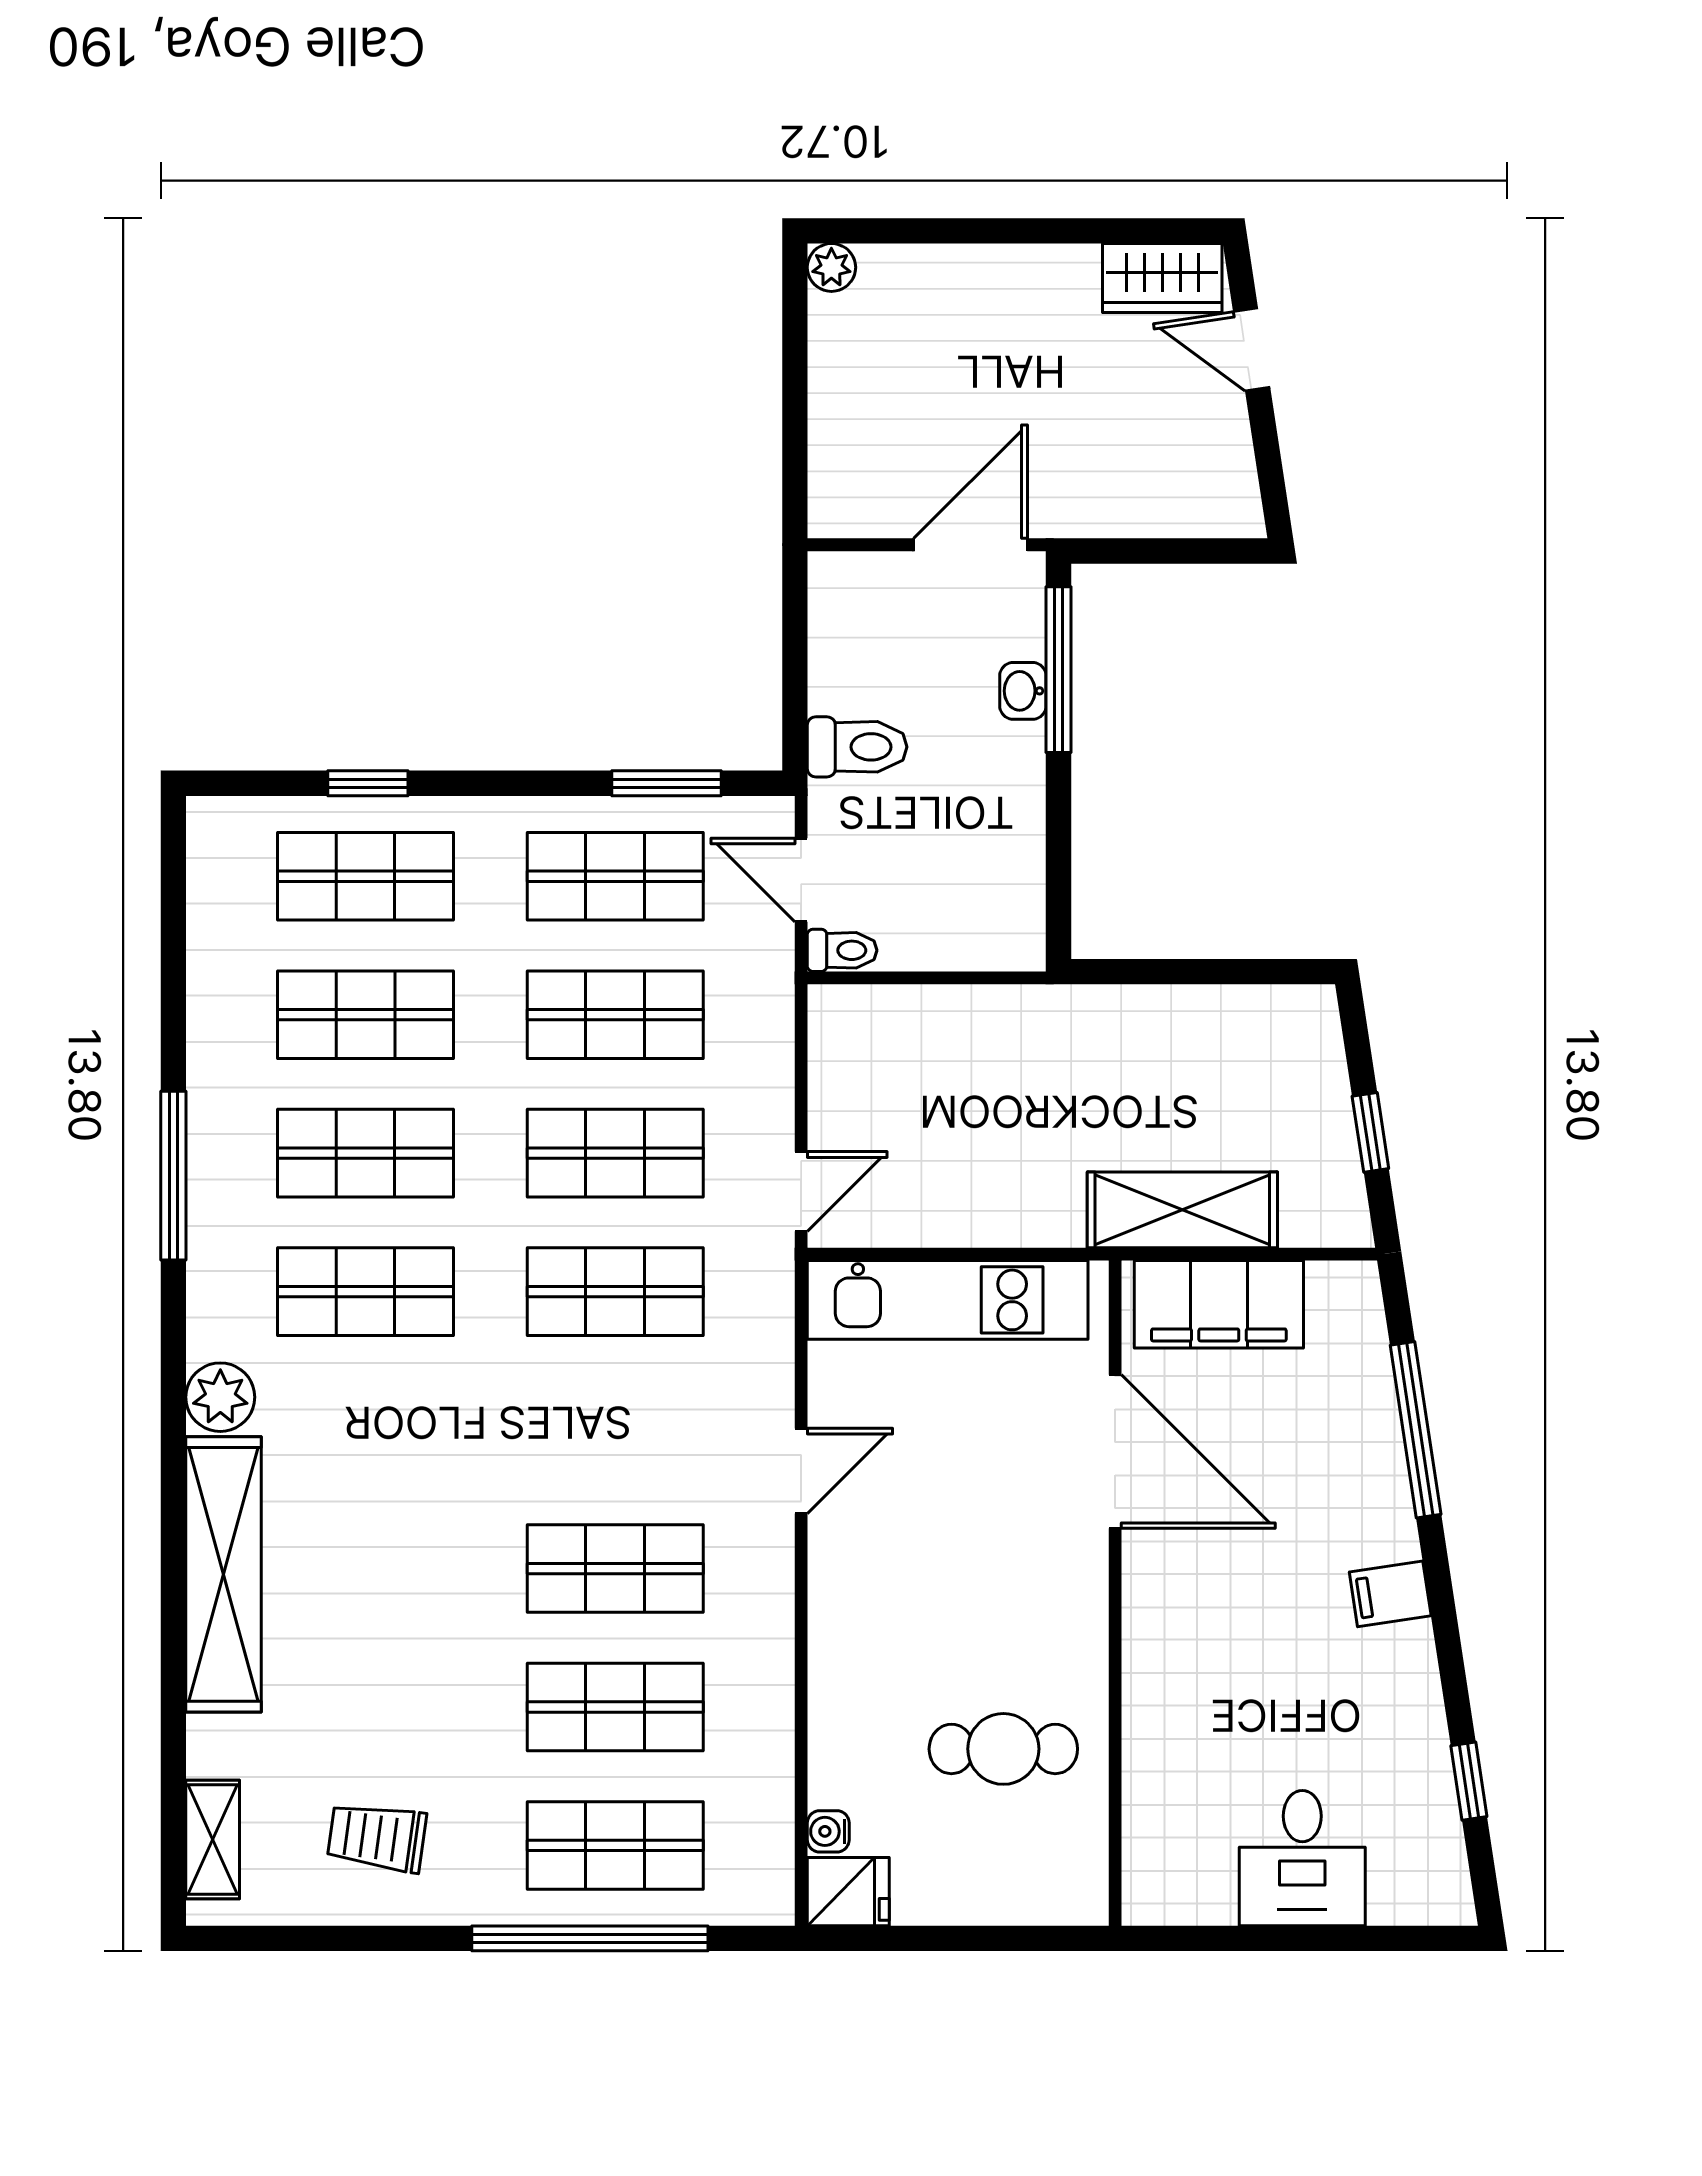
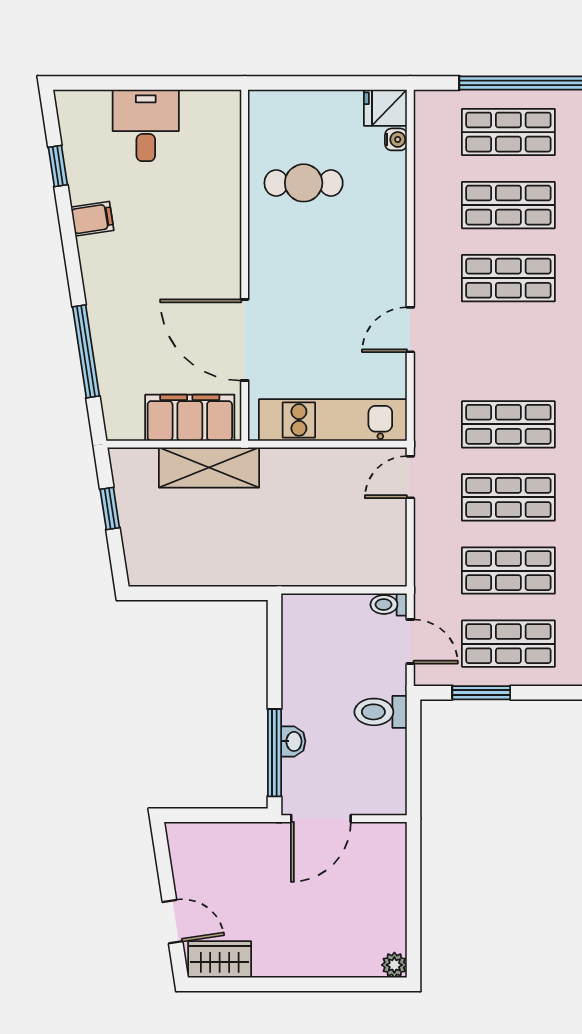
filing cabinet: (1390, 1594) -> (92, 219), moved

